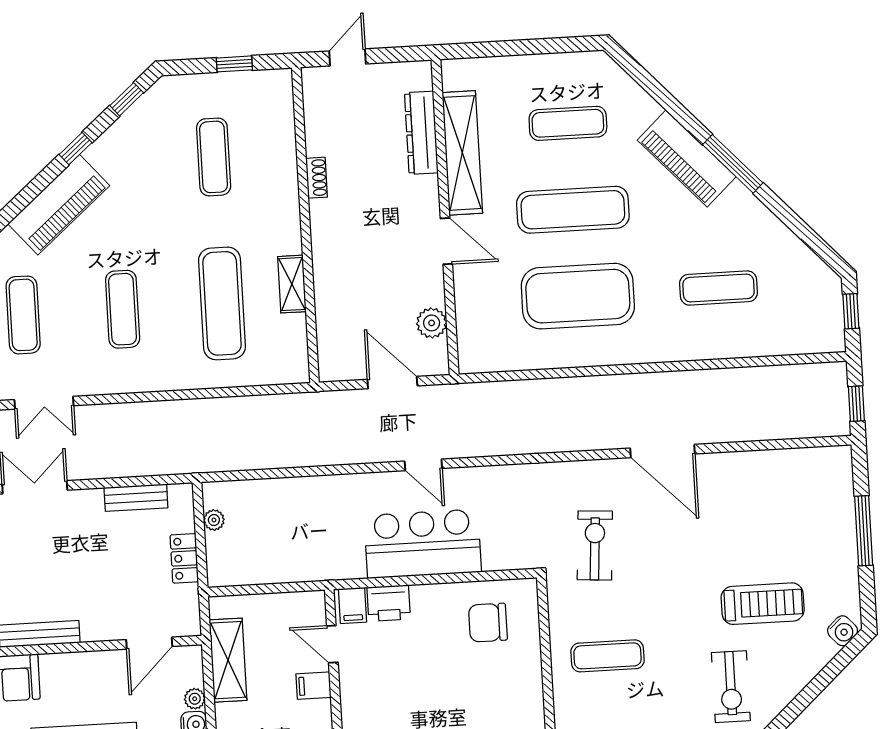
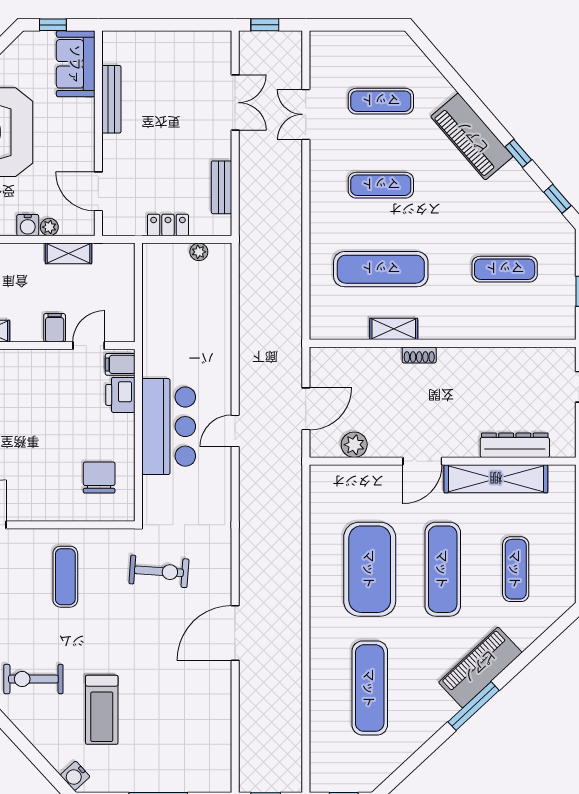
shoe rack: (317, 178) -> (419, 355), moved
exercise mat: (719, 288) -> (370, 688), width x1.36, depth x1.45
shelving: (228, 660) -> (69, 253), width x0.67, depth x0.75

